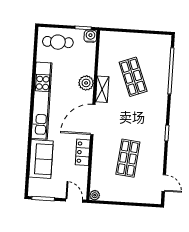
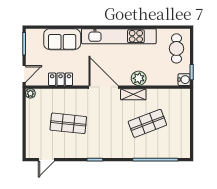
locker: (83, 152) -> (61, 79), moved

